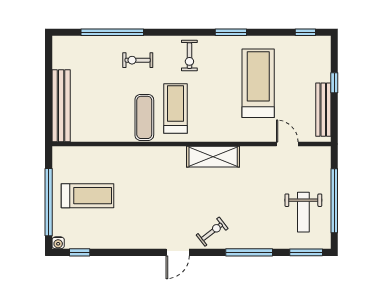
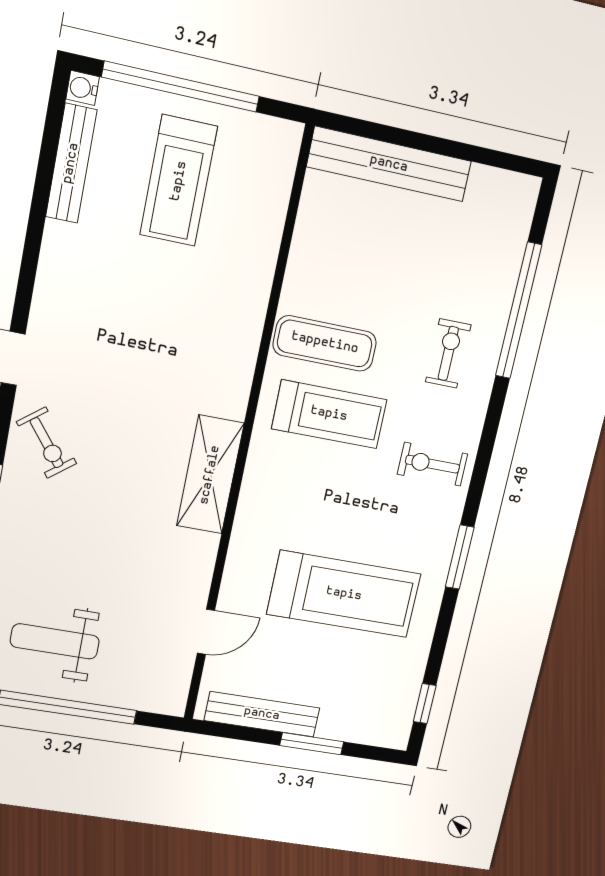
window: (334, 83) -> (312, 744), width x1.50
bench: (90, 242) -> (71, 163), added
window: (80, 252) -> (51, 134), removed

